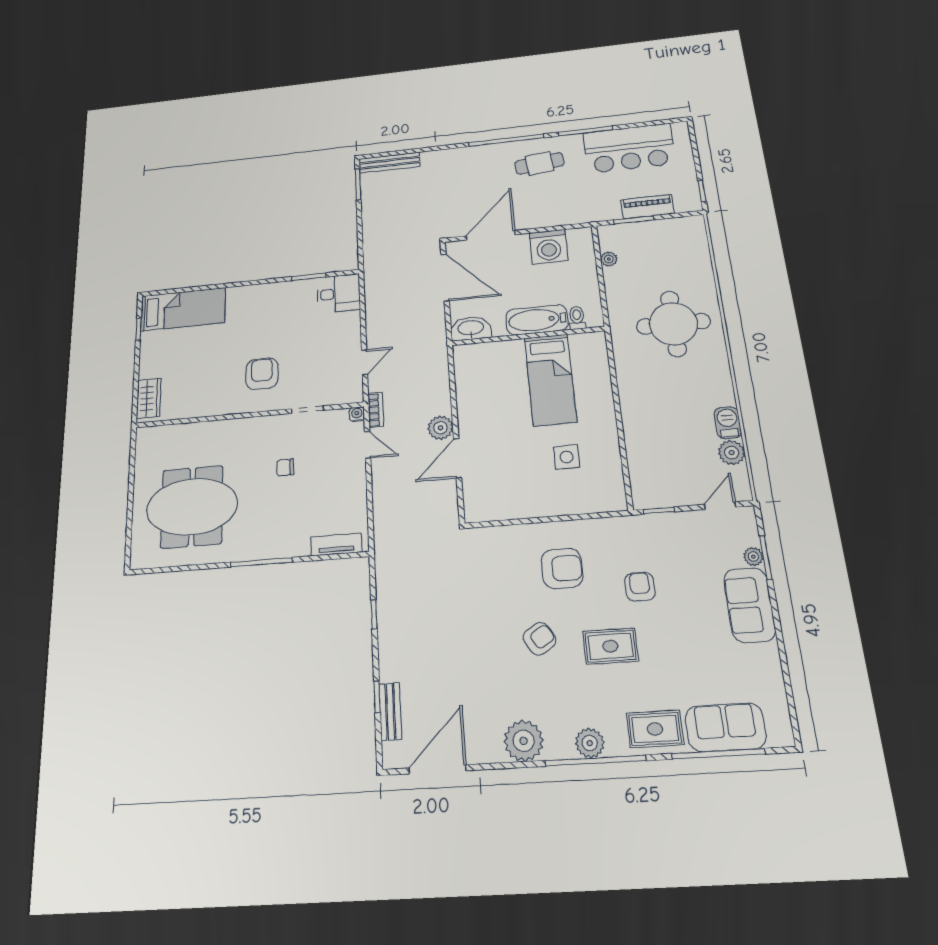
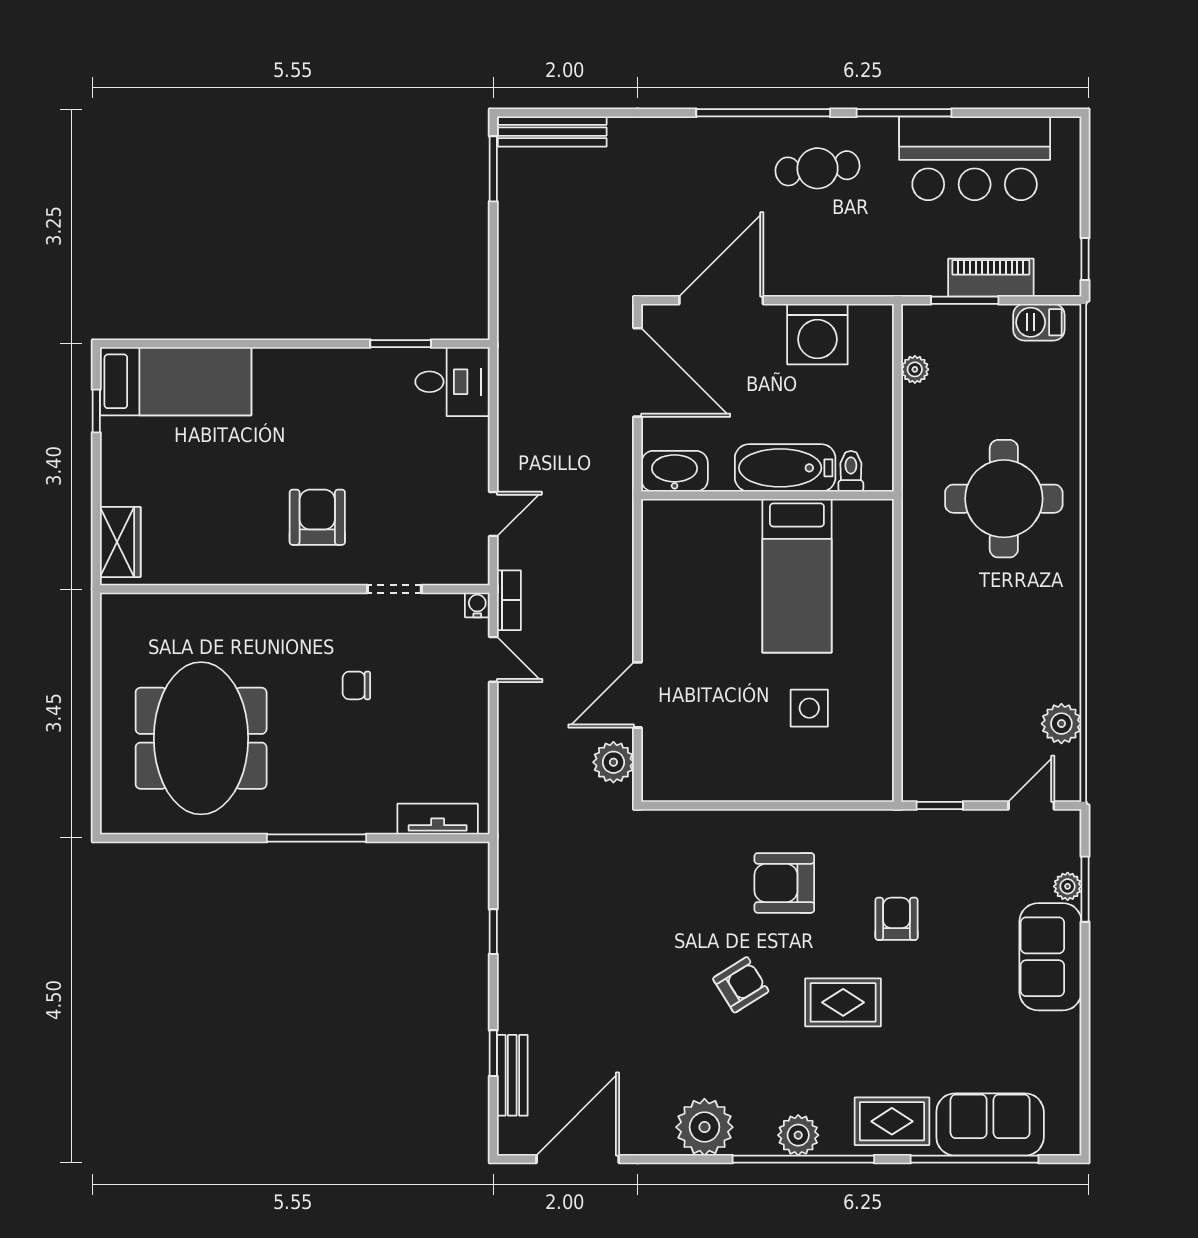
barbecue: (728, 423) -> (1039, 322), moved, turned -90
plant: (441, 428) -> (613, 762), moved
meeting table: (192, 507) -> (201, 738), turned 90
armchair: (562, 568) -> (784, 883), turned 180

